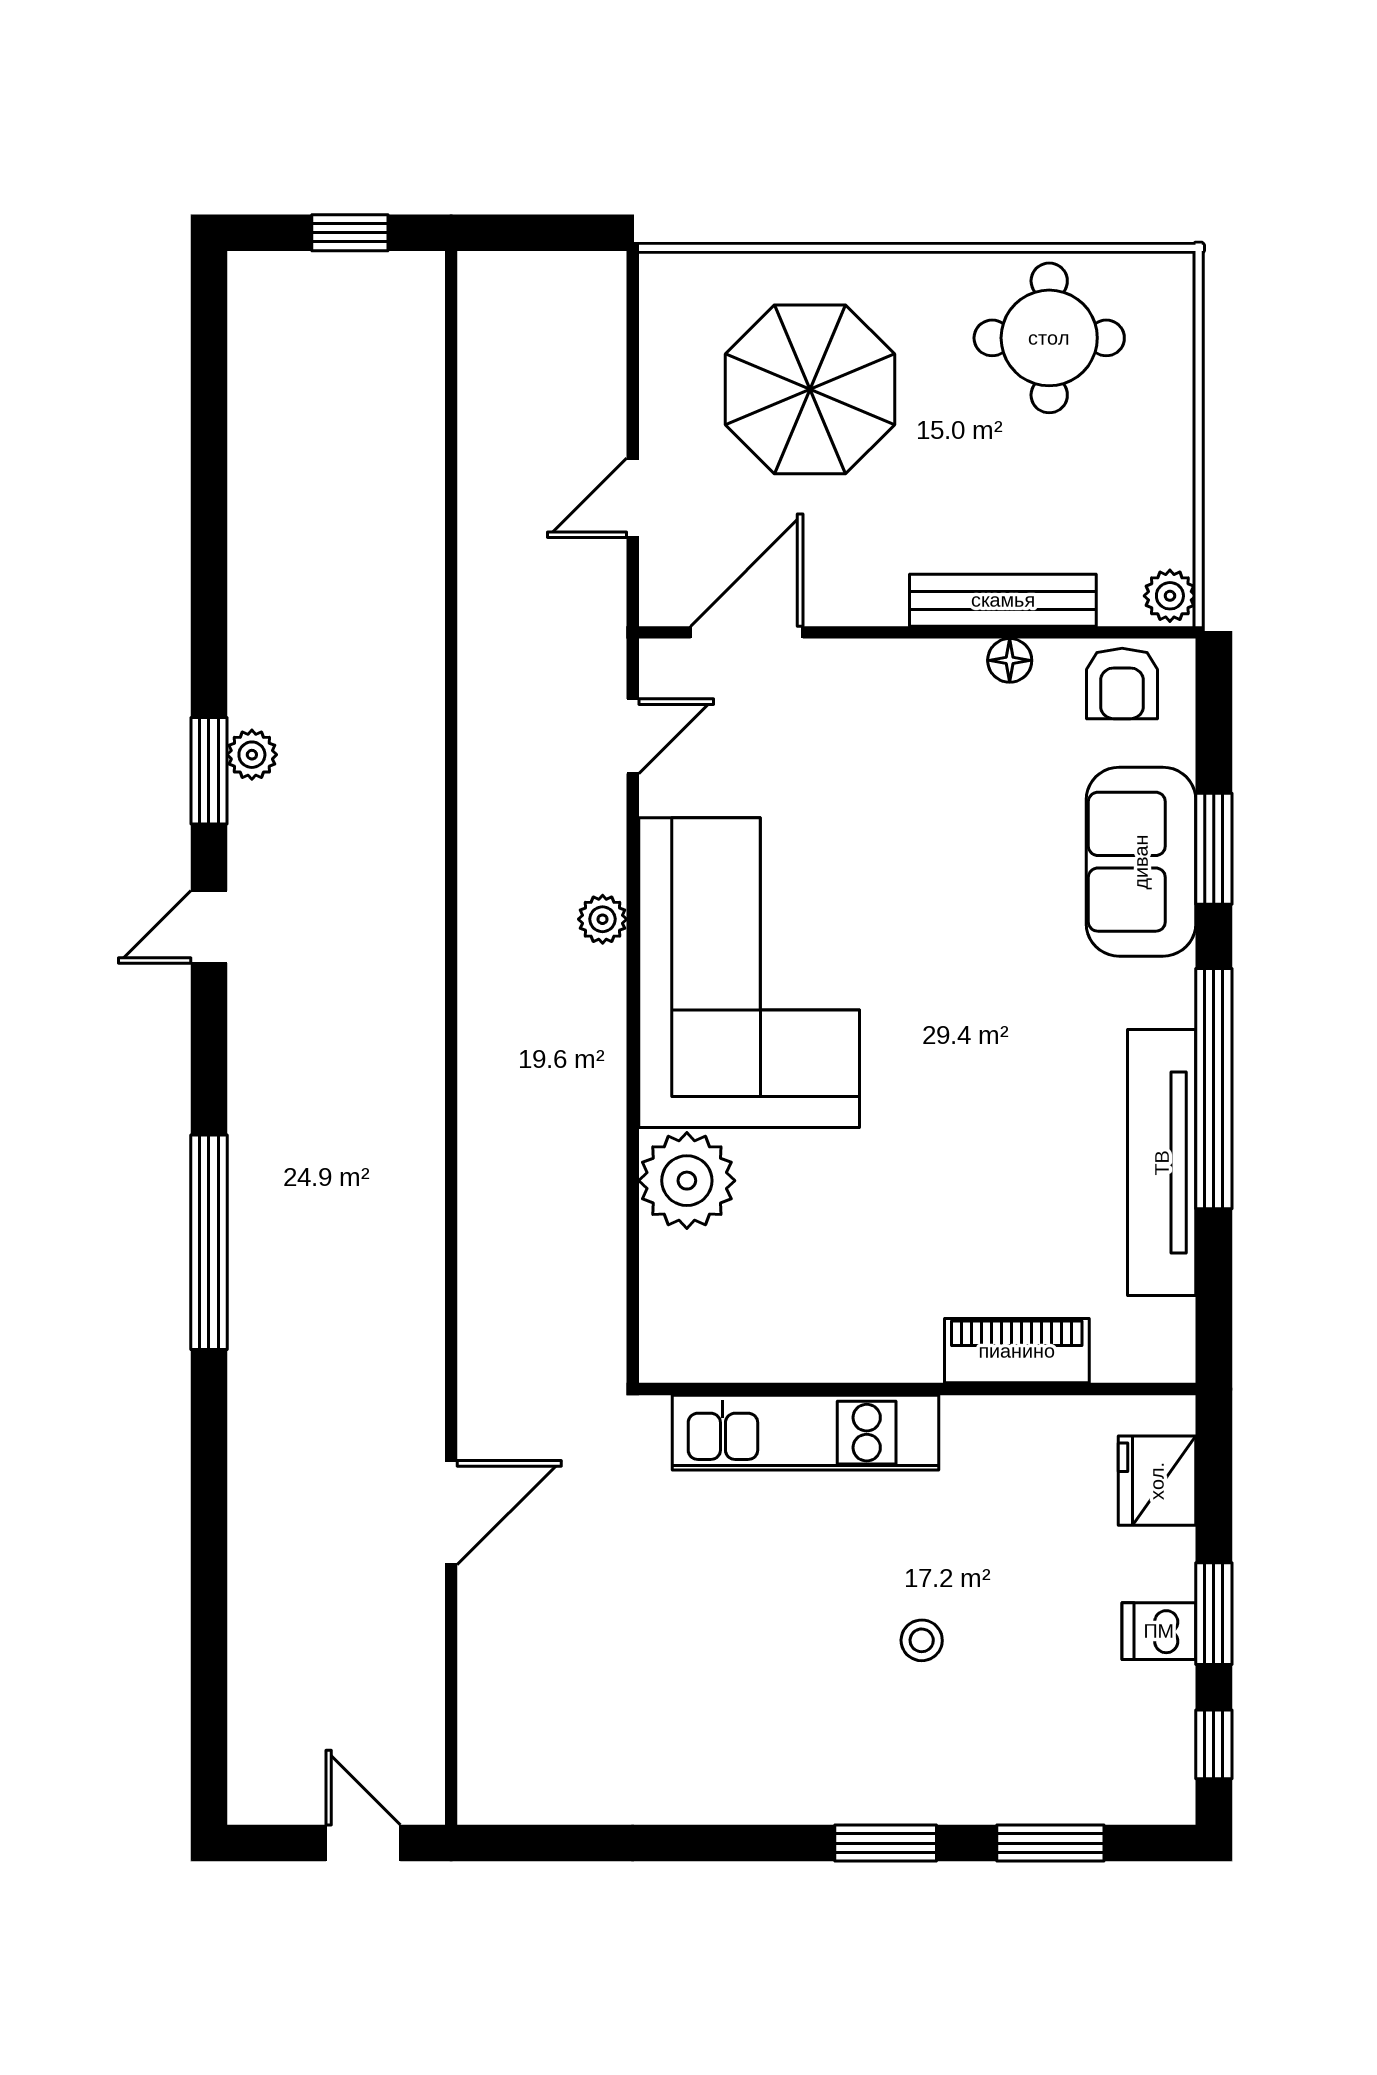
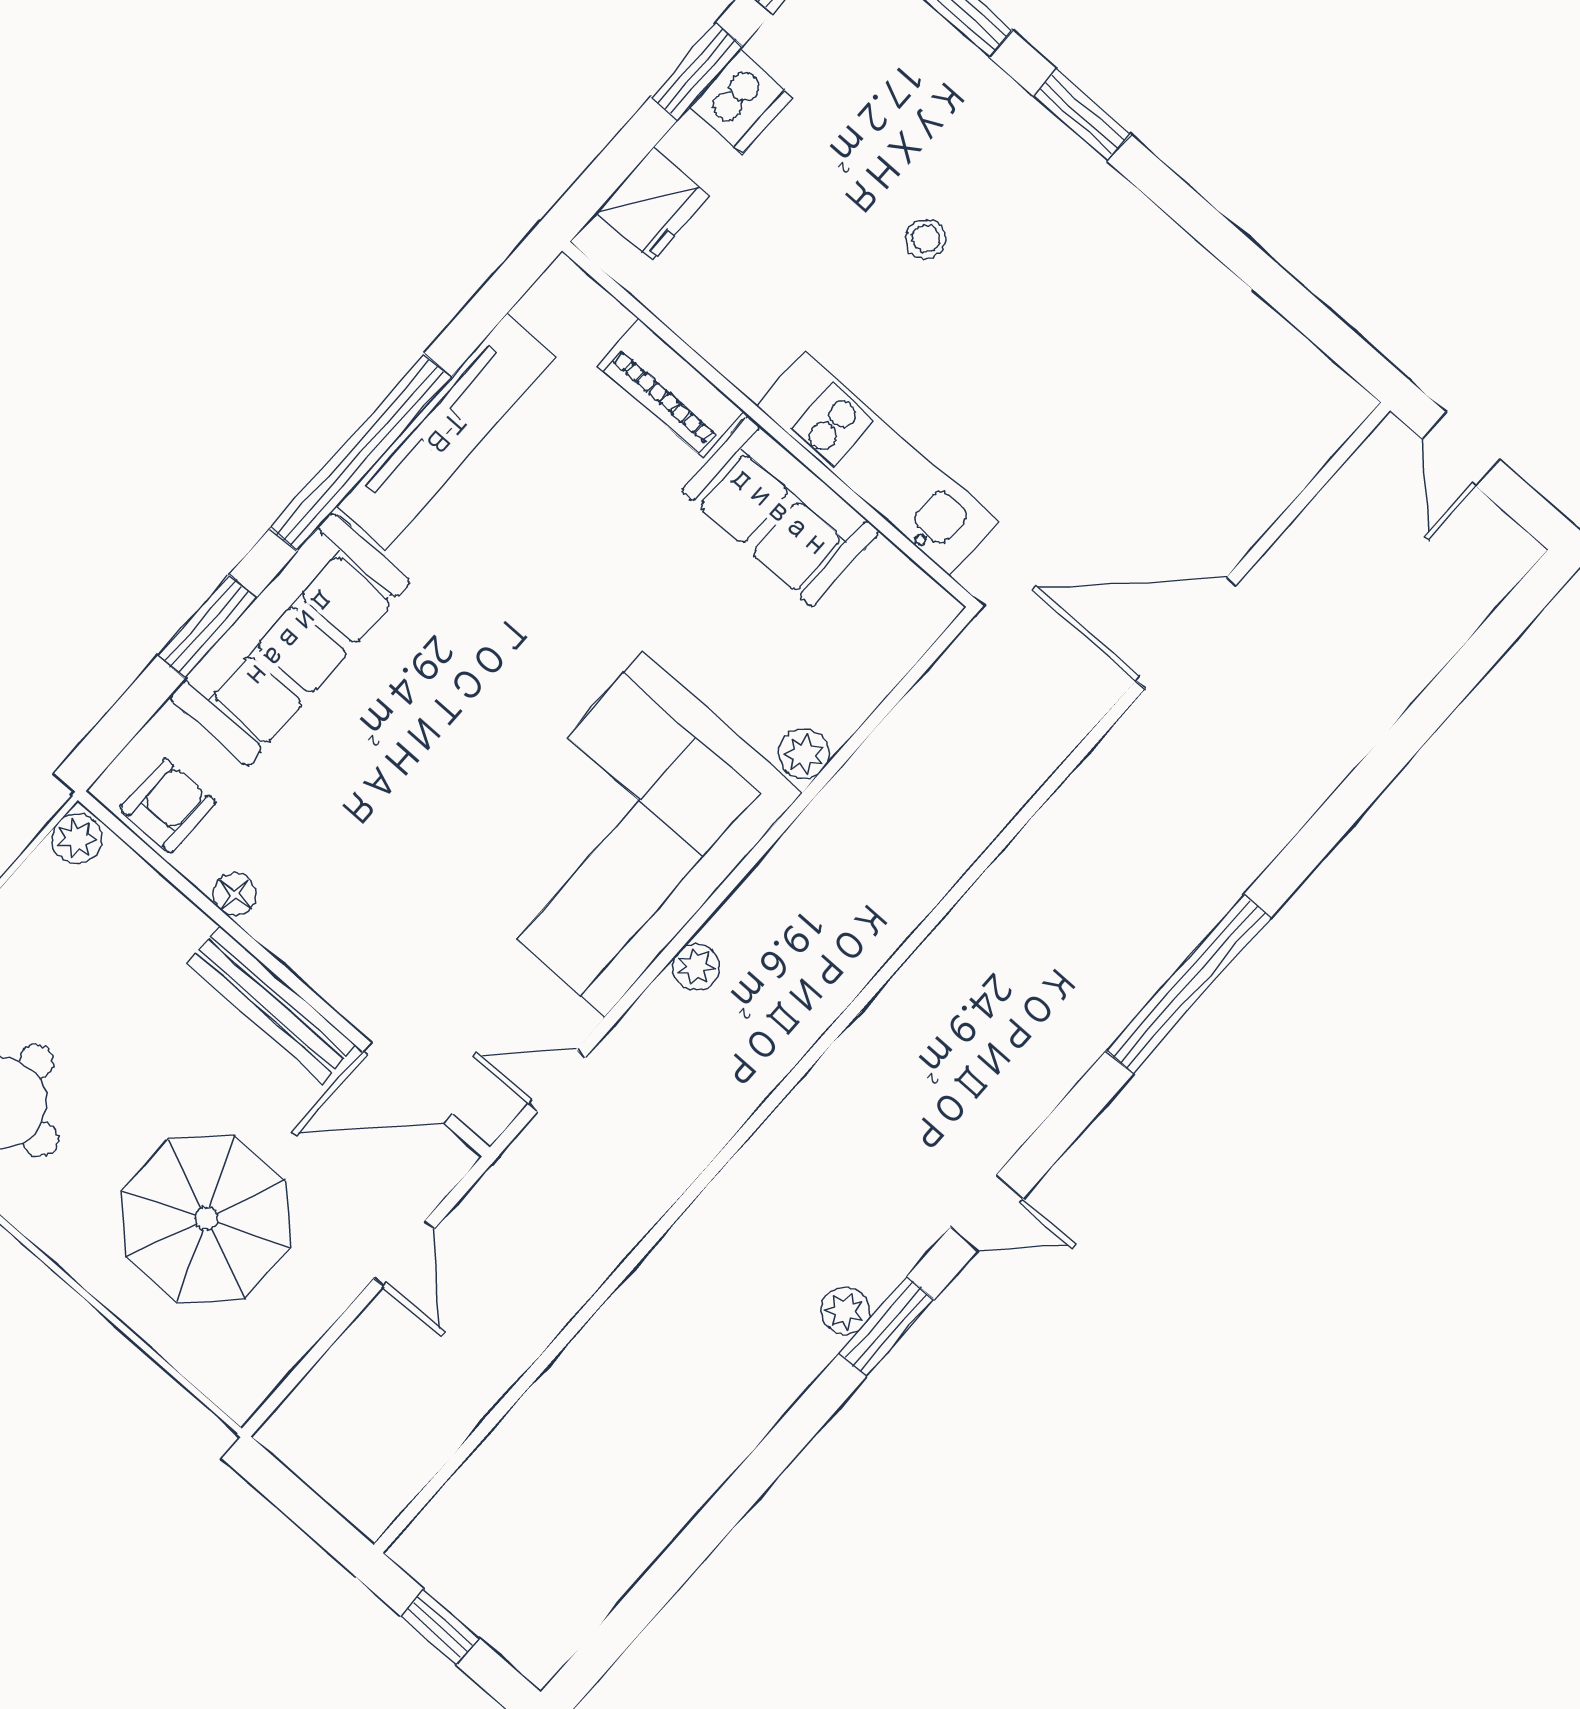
door: (633, 498) -> (404, 1254), hinge flipped
bench: (1003, 600) -> (271, 1004), moved
sofa: (1141, 862) -> (290, 639), width x1.36
plant: (687, 1181) -> (804, 754), width x0.53, depth x0.53
sofa: (848, 1330) -> (780, 511), added
door: (451, 1513) -> (1186, 633), width x1.36
dishwasher: (1159, 1631) -> (741, 102), width x1.38

